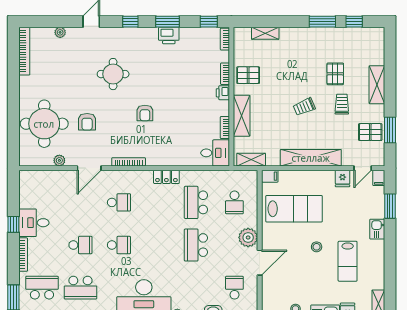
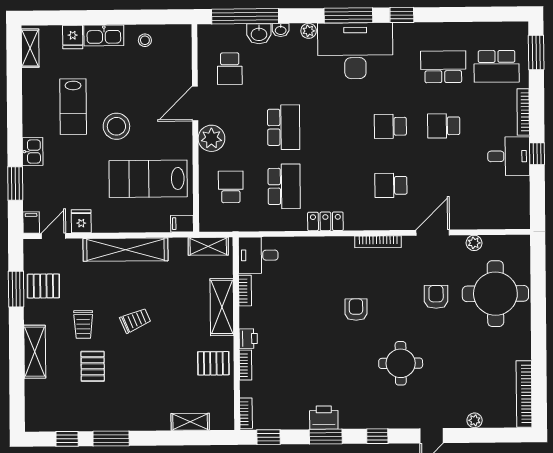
stool: (317, 247) -> (116, 126), width x1.89, depth x1.89
lab bench: (348, 261) -> (73, 107), turned 180

